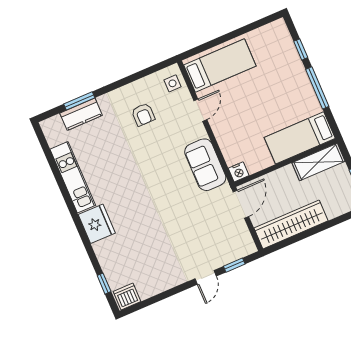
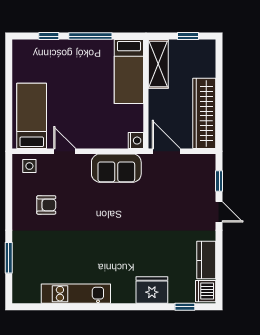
kitchen counter: (81, 114) -> (206, 260), moved, turned 180
fridge: (97, 224) -> (152, 290), moved

